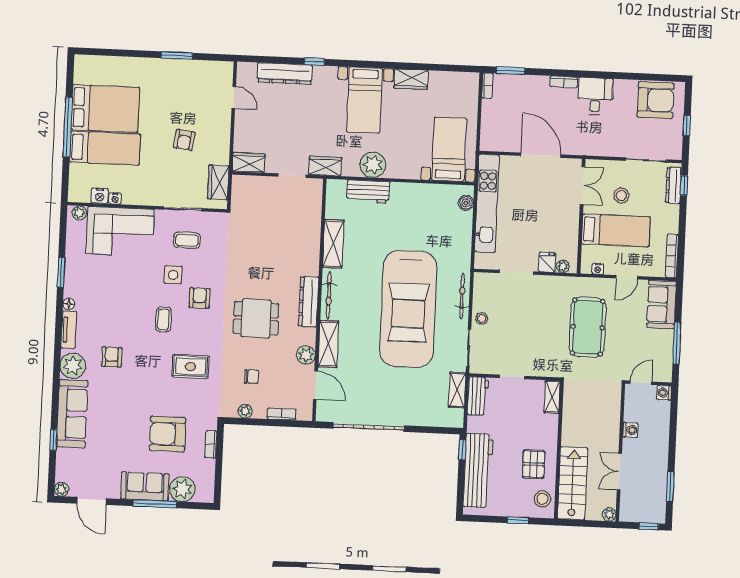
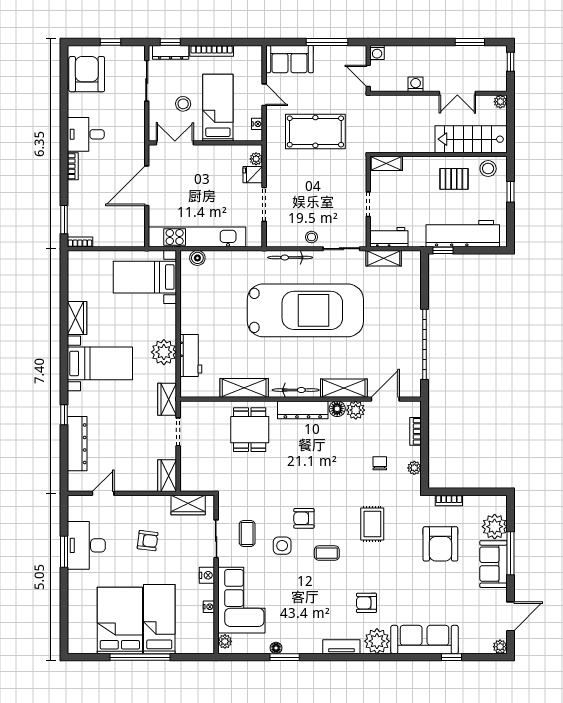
desk: (182, 78) -> (86, 545), added
nightstand: (100, 196) -> (207, 575), moved
bookcase: (672, 256) -> (212, 51), moved
floor lamp: (69, 304) -> (276, 648), moved
dining table: (256, 318) -> (250, 430), moved
floor lamp: (308, 336) -> (337, 409), added

